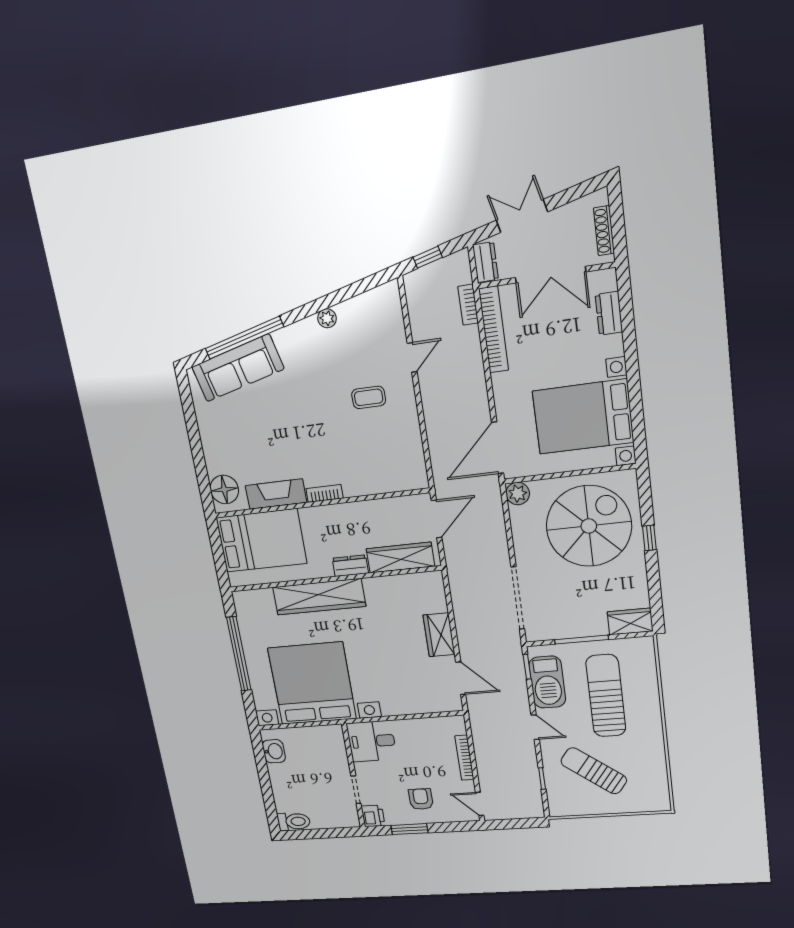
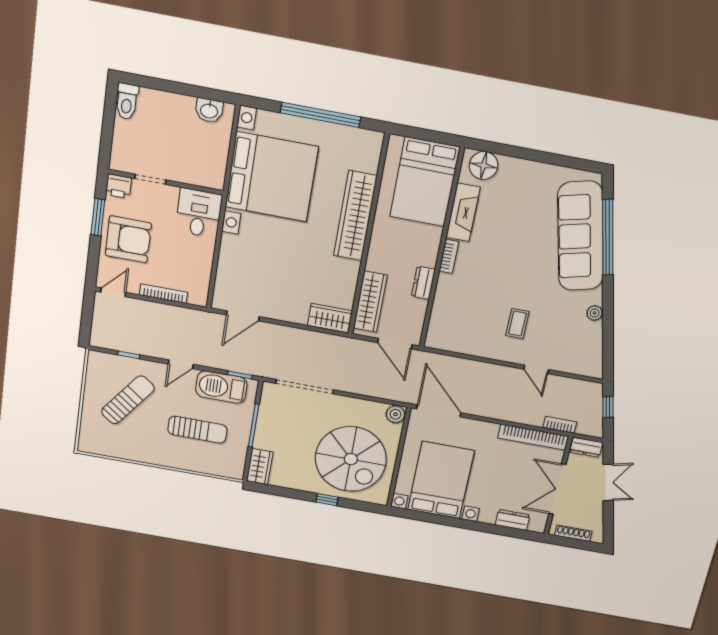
sofa: (238, 368) -> (580, 236), width x1.36, depth x1.27
dresser: (350, 566) -> (423, 283), moved, turned 180
wardrobe: (439, 635) -> (330, 318), moved
sun lounger: (606, 696) -> (197, 430), width x0.73, depth x0.75
armchair: (421, 799) -> (128, 239), width x1.88, depth x1.88

